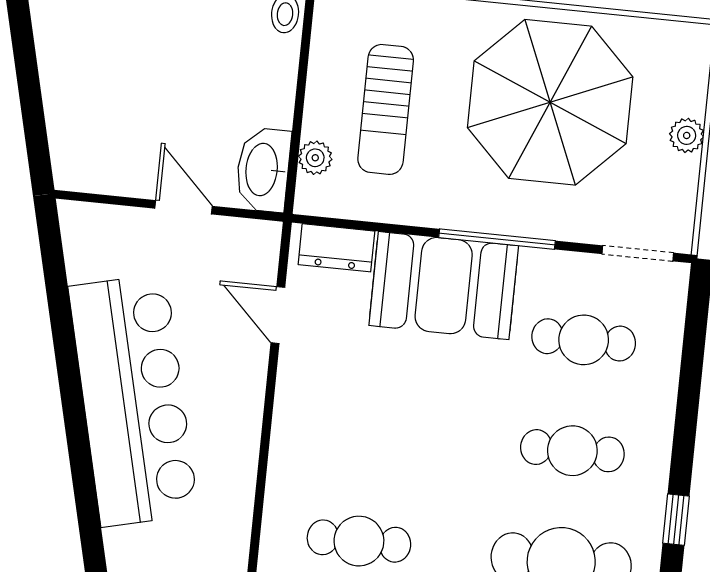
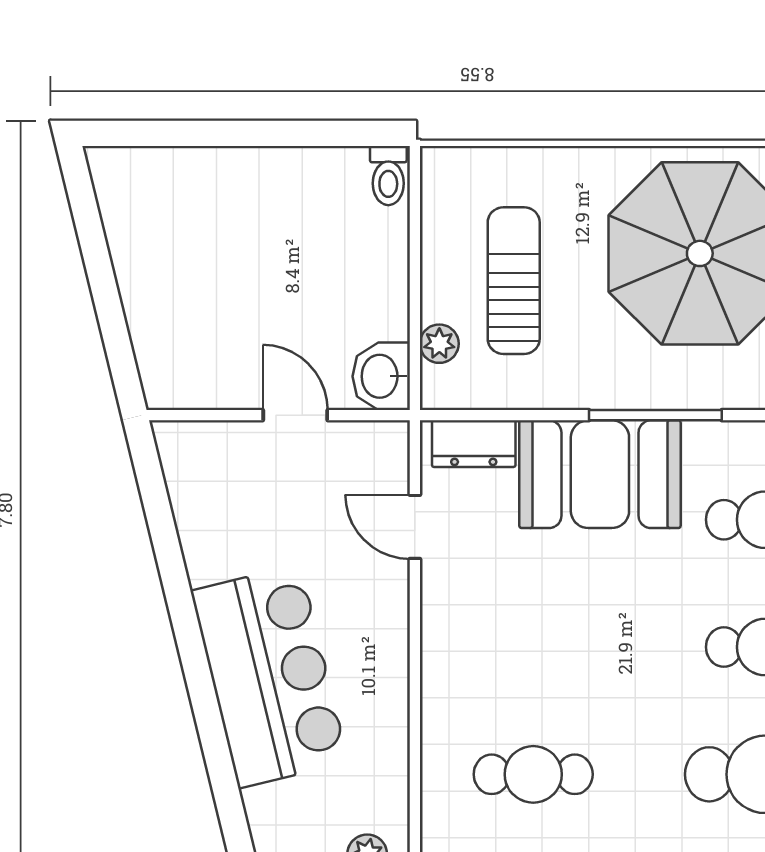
sun lounger: (386, 109) -> (514, 281), turned 180
washbasin: (263, 170) -> (381, 376), width x0.72
bar counter: (133, 400) -> (269, 676), width x0.73

